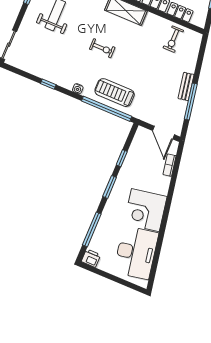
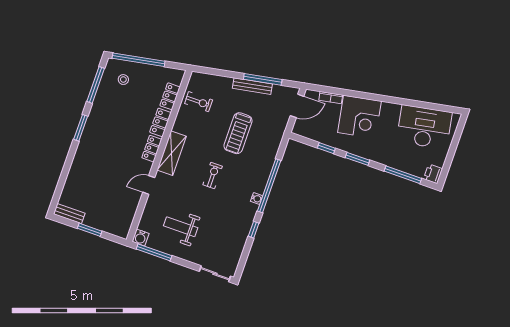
bench: (186, 86) -> (252, 86), width x1.36
treadmill: (115, 93) -> (238, 133), moved
window: (107, 109) -> (269, 186), moved
corner desk: (145, 210) -> (359, 117), moved

